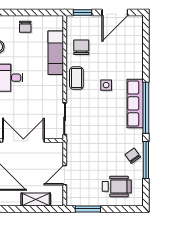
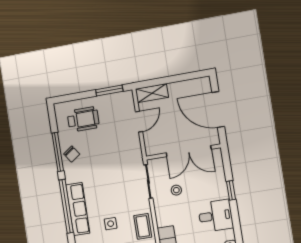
stool: (40, 107) -> (176, 190), added
wheelchair: (117, 186) -> (83, 119), turned 180
shelving: (36, 199) -> (152, 93), moved

